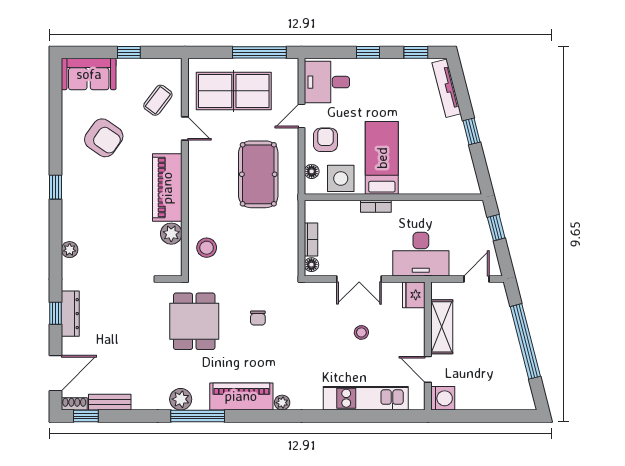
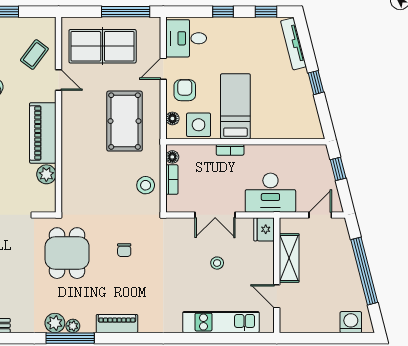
stool: (207, 248) -> (146, 185), moved
floor lamp: (311, 265) -> (172, 157), moved
piano: (241, 396) -> (117, 324), width x0.73, depth x0.75
washing machine: (443, 398) -> (351, 322), moved, turned -90
plant: (282, 403) -> (73, 326), moved

